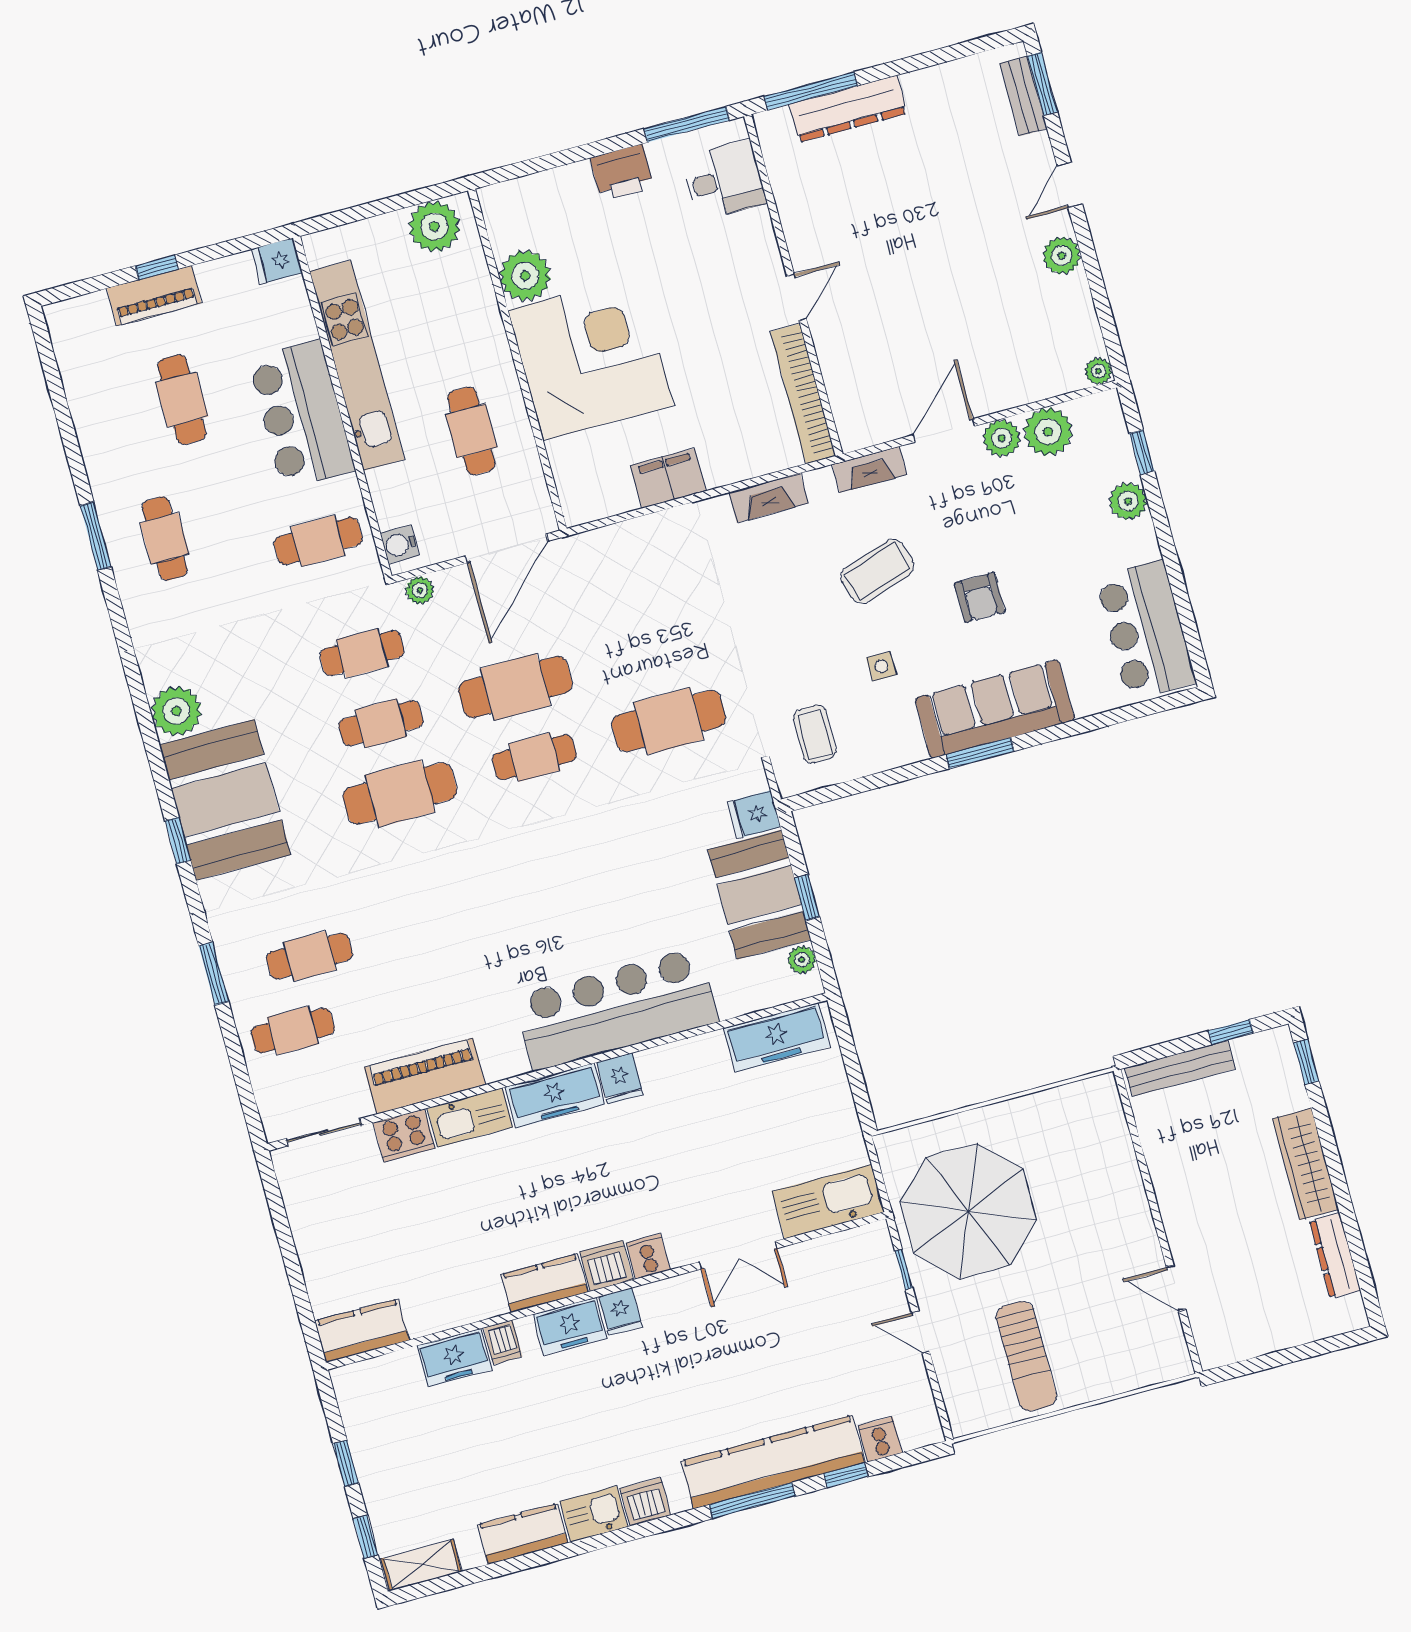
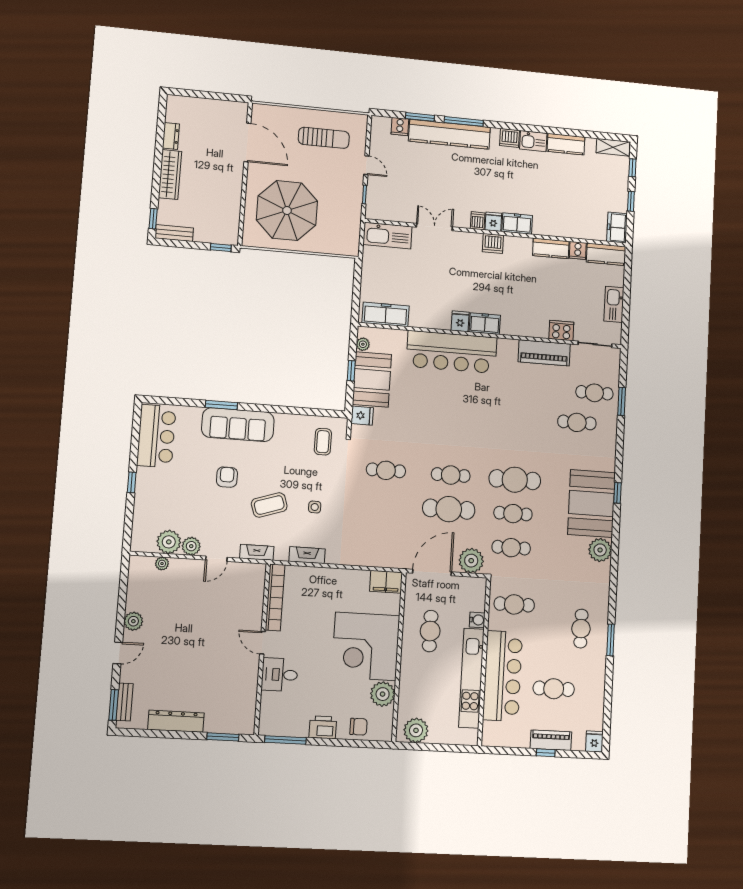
window: (811, 91) -> (223, 737), width x0.69
dresser: (848, 109) -> (176, 721), moved
desk: (724, 180) -> (280, 675), moved
chair: (552, 197) -> (358, 727), added
fridge: (277, 261) -> (594, 741), moved, turned -90
door: (797, 297) -> (263, 643), hinge flipped
plant: (1099, 371) -> (162, 564), moved
cafe table: (182, 400) -> (554, 689), turned 90
bar counter: (301, 415) -> (503, 676), width x1.36
door: (944, 431) -> (216, 559), width x0.73
window: (1142, 452) -> (132, 482), moved
filing cabinet: (668, 478) -> (386, 582), moved
plant: (1128, 501) -> (143, 497), removed
water cooler: (400, 544) -> (477, 620), moved
plant: (420, 590) -> (471, 561), width x1.88, depth x1.88
side table: (881, 666) -> (315, 507), moved
cafe table: (669, 721) -> (386, 470), width x0.73, depth x0.74
window: (980, 753) -> (221, 405), moved
window: (214, 974) -> (622, 401), moved
window: (1231, 1032) -> (221, 248), moved
bench: (1180, 1068) -> (174, 233), moved, width x0.73
freezer: (555, 1096) -> (485, 324), width x0.71
kitchen sink: (470, 1118) -> (614, 304), moved, turned -90
parasol: (968, 1211) -> (287, 210), moved
cooker: (648, 1256) -> (578, 250), moved
dresser: (1335, 1256) -> (171, 136), width x0.70
kitchen counter: (544, 1283) -> (551, 248), moved
door: (1176, 1288) -> (247, 142), width x1.87
dishwasher: (503, 1342) -> (478, 221), moved
sun lounger: (1026, 1356) -> (324, 138), turned 90
freezer: (454, 1358) -> (617, 228), moved, turned -90
window: (846, 1475) -> (420, 117), width x1.50

